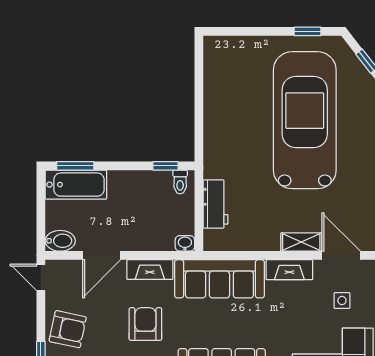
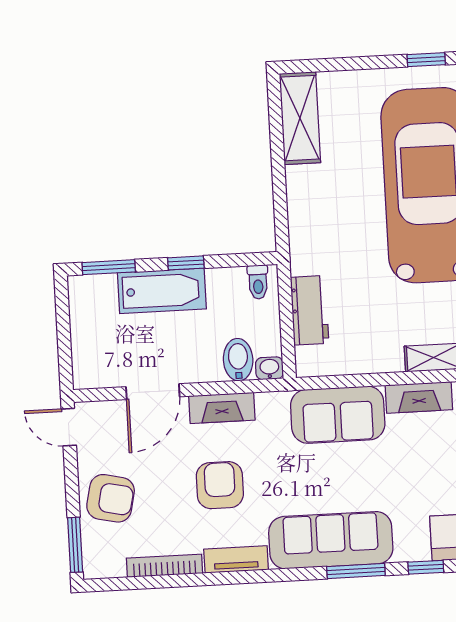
shelving: (216, 68) -> (300, 118), added
window: (165, 166) -> (186, 263), moved
bathtub: (76, 185) -> (162, 291), moved
bidet: (60, 241) -> (238, 360), moved, turned -90
sofa: (219, 279) -> (338, 415), width x0.73

